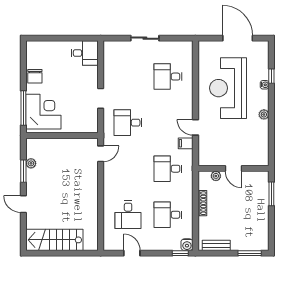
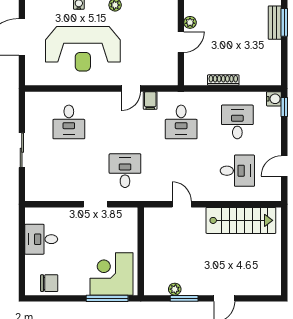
desk: (85, 53) -> (41, 239), moved, turned -90
chair: (35, 76) -> (49, 283), moved
desk: (128, 123) -> (125, 171), turned 180
door: (101, 154) -> (182, 204), moved
plant: (216, 176) -> (190, 22), moved
desk: (168, 215) -> (237, 122), turned 180
stairs: (54, 240) -> (241, 220), moved, turned -90
bench: (216, 245) -> (275, 23), moved

